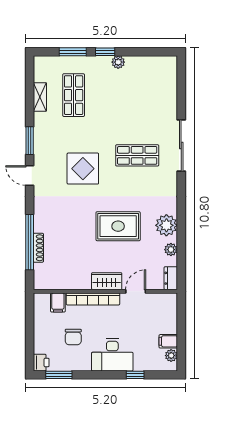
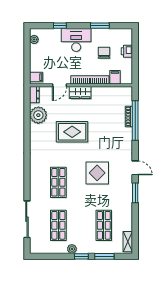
shop shelf: (137, 95) -> (58, 225), added
shelving: (40, 97) -> (128, 242), moved
sliding door: (181, 145) -> (27, 219), moved
shop shelf: (137, 155) -> (58, 182), turned 90
plant: (166, 225) -> (38, 132), removed
plant: (171, 250) -> (38, 115), width x1.88, depth x1.88
filing cabinet: (168, 341) -> (36, 77), moved
printer: (41, 363) -> (127, 51), moved
window: (59, 375) -> (100, 26), moved

